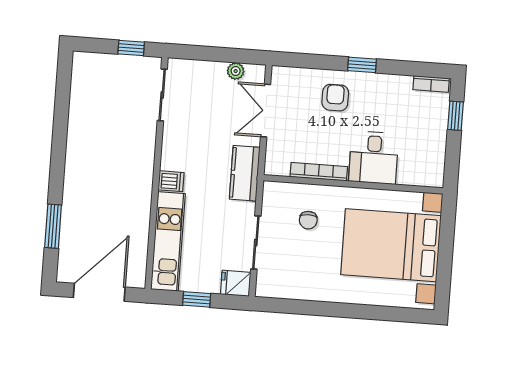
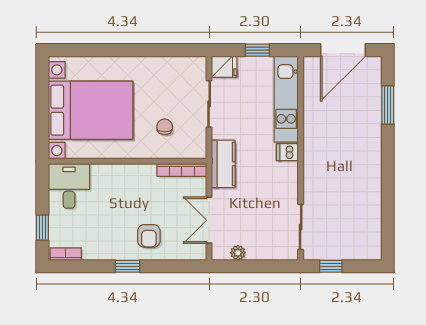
double door: (266, 111) -> (209, 220), swing flipped
desk: (374, 157) -> (69, 186), moved
bookcase: (319, 172) -> (182, 170), moved

